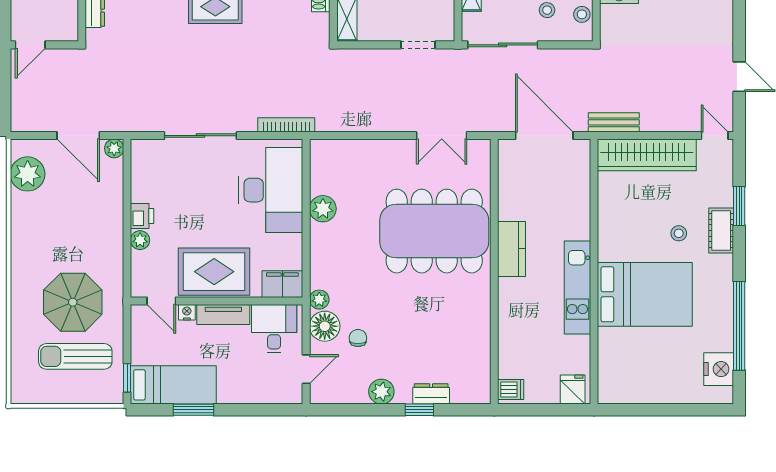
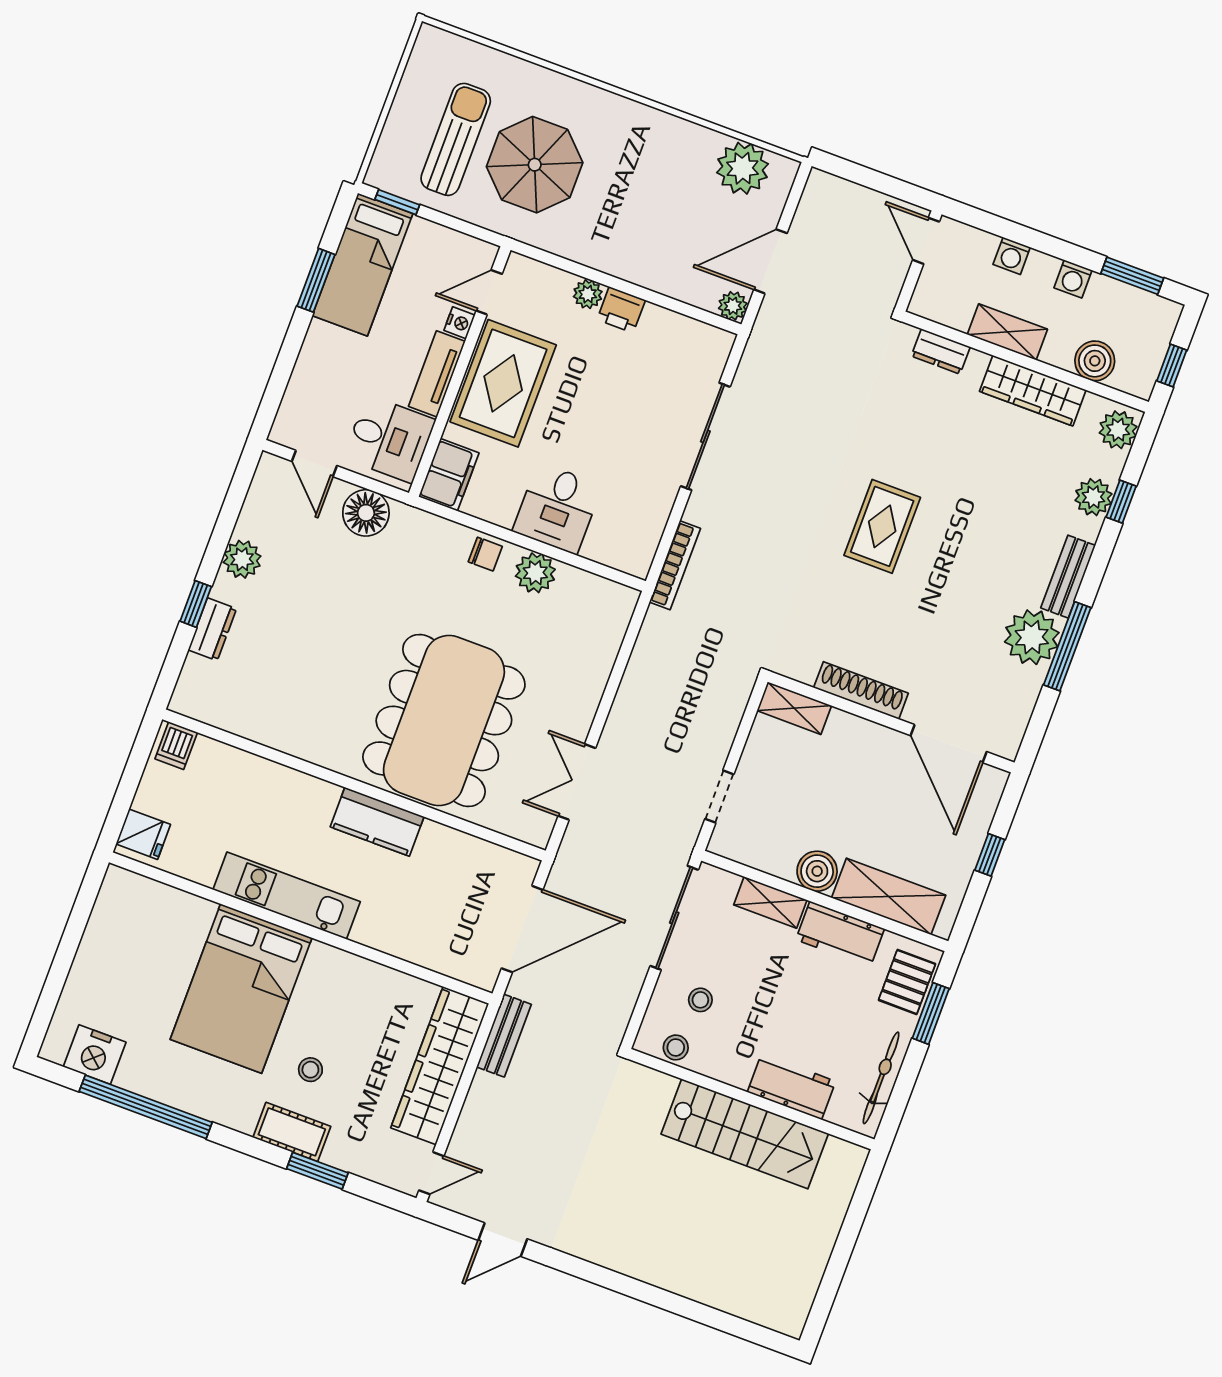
desk: (271, 190) -> (557, 508), width x0.53, depth x0.77
plant: (319, 300) -> (407, 519), removed
chair: (358, 338) -> (485, 554), moved

